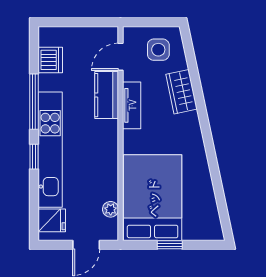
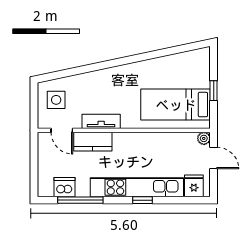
wardrobe: (182, 92) -> (90, 81), removed
window: (34, 102) -> (80, 200), moved
bed: (153, 198) -> (176, 105), width x0.67
plant: (111, 209) -> (204, 138), moved

